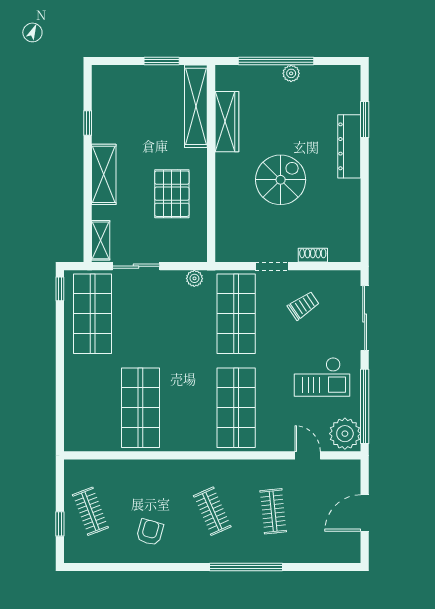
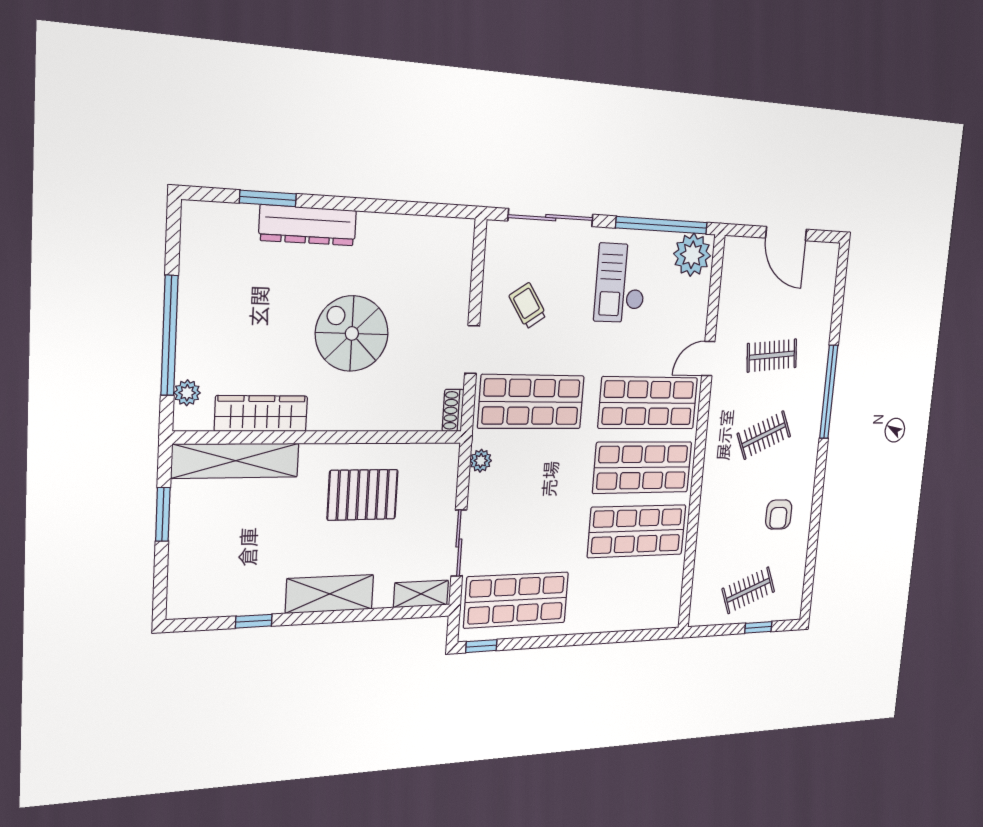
plant: (291, 73) -> (187, 393), moved
shoe rack: (313, 255) -> (453, 410), moved
checkout: (322, 377) -> (621, 283), turned 180
shop shelf: (188, 408) -> (642, 467), added
door: (308, 455) -> (708, 359), moved
armchair: (150, 532) -> (779, 514), turned -106

